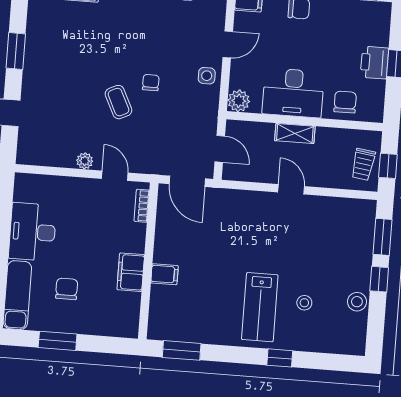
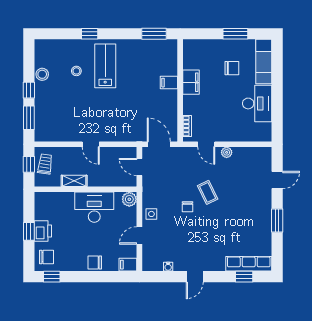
chair: (345, 102) -> (47, 257), moved, turned -90
shelving: (295, 133) -> (74, 181), moved
chair: (67, 289) -> (232, 68), turned -90

